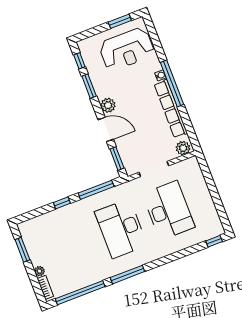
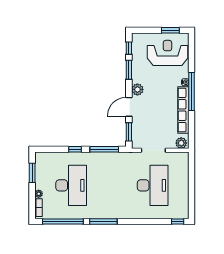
reception desk: (127, 49) -> (167, 53), turned 180
door: (106, 129) -> (129, 107), swing flipped
desk: (121, 229) -> (71, 185), moved, turned 180

